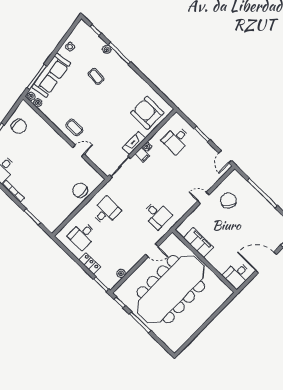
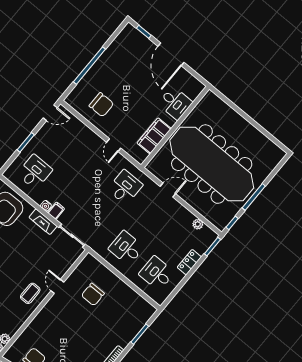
desk: (176, 140) -> (35, 172), turned -90
chair: (80, 190) -> (93, 294), moved
door: (204, 198) -> (114, 145), moved
chair: (228, 200) -> (101, 105), turned -128
desk: (82, 235) -> (157, 273), turned 180
door: (152, 251) -> (168, 190), hinge flipped
desk: (237, 275) -> (175, 103), moved

